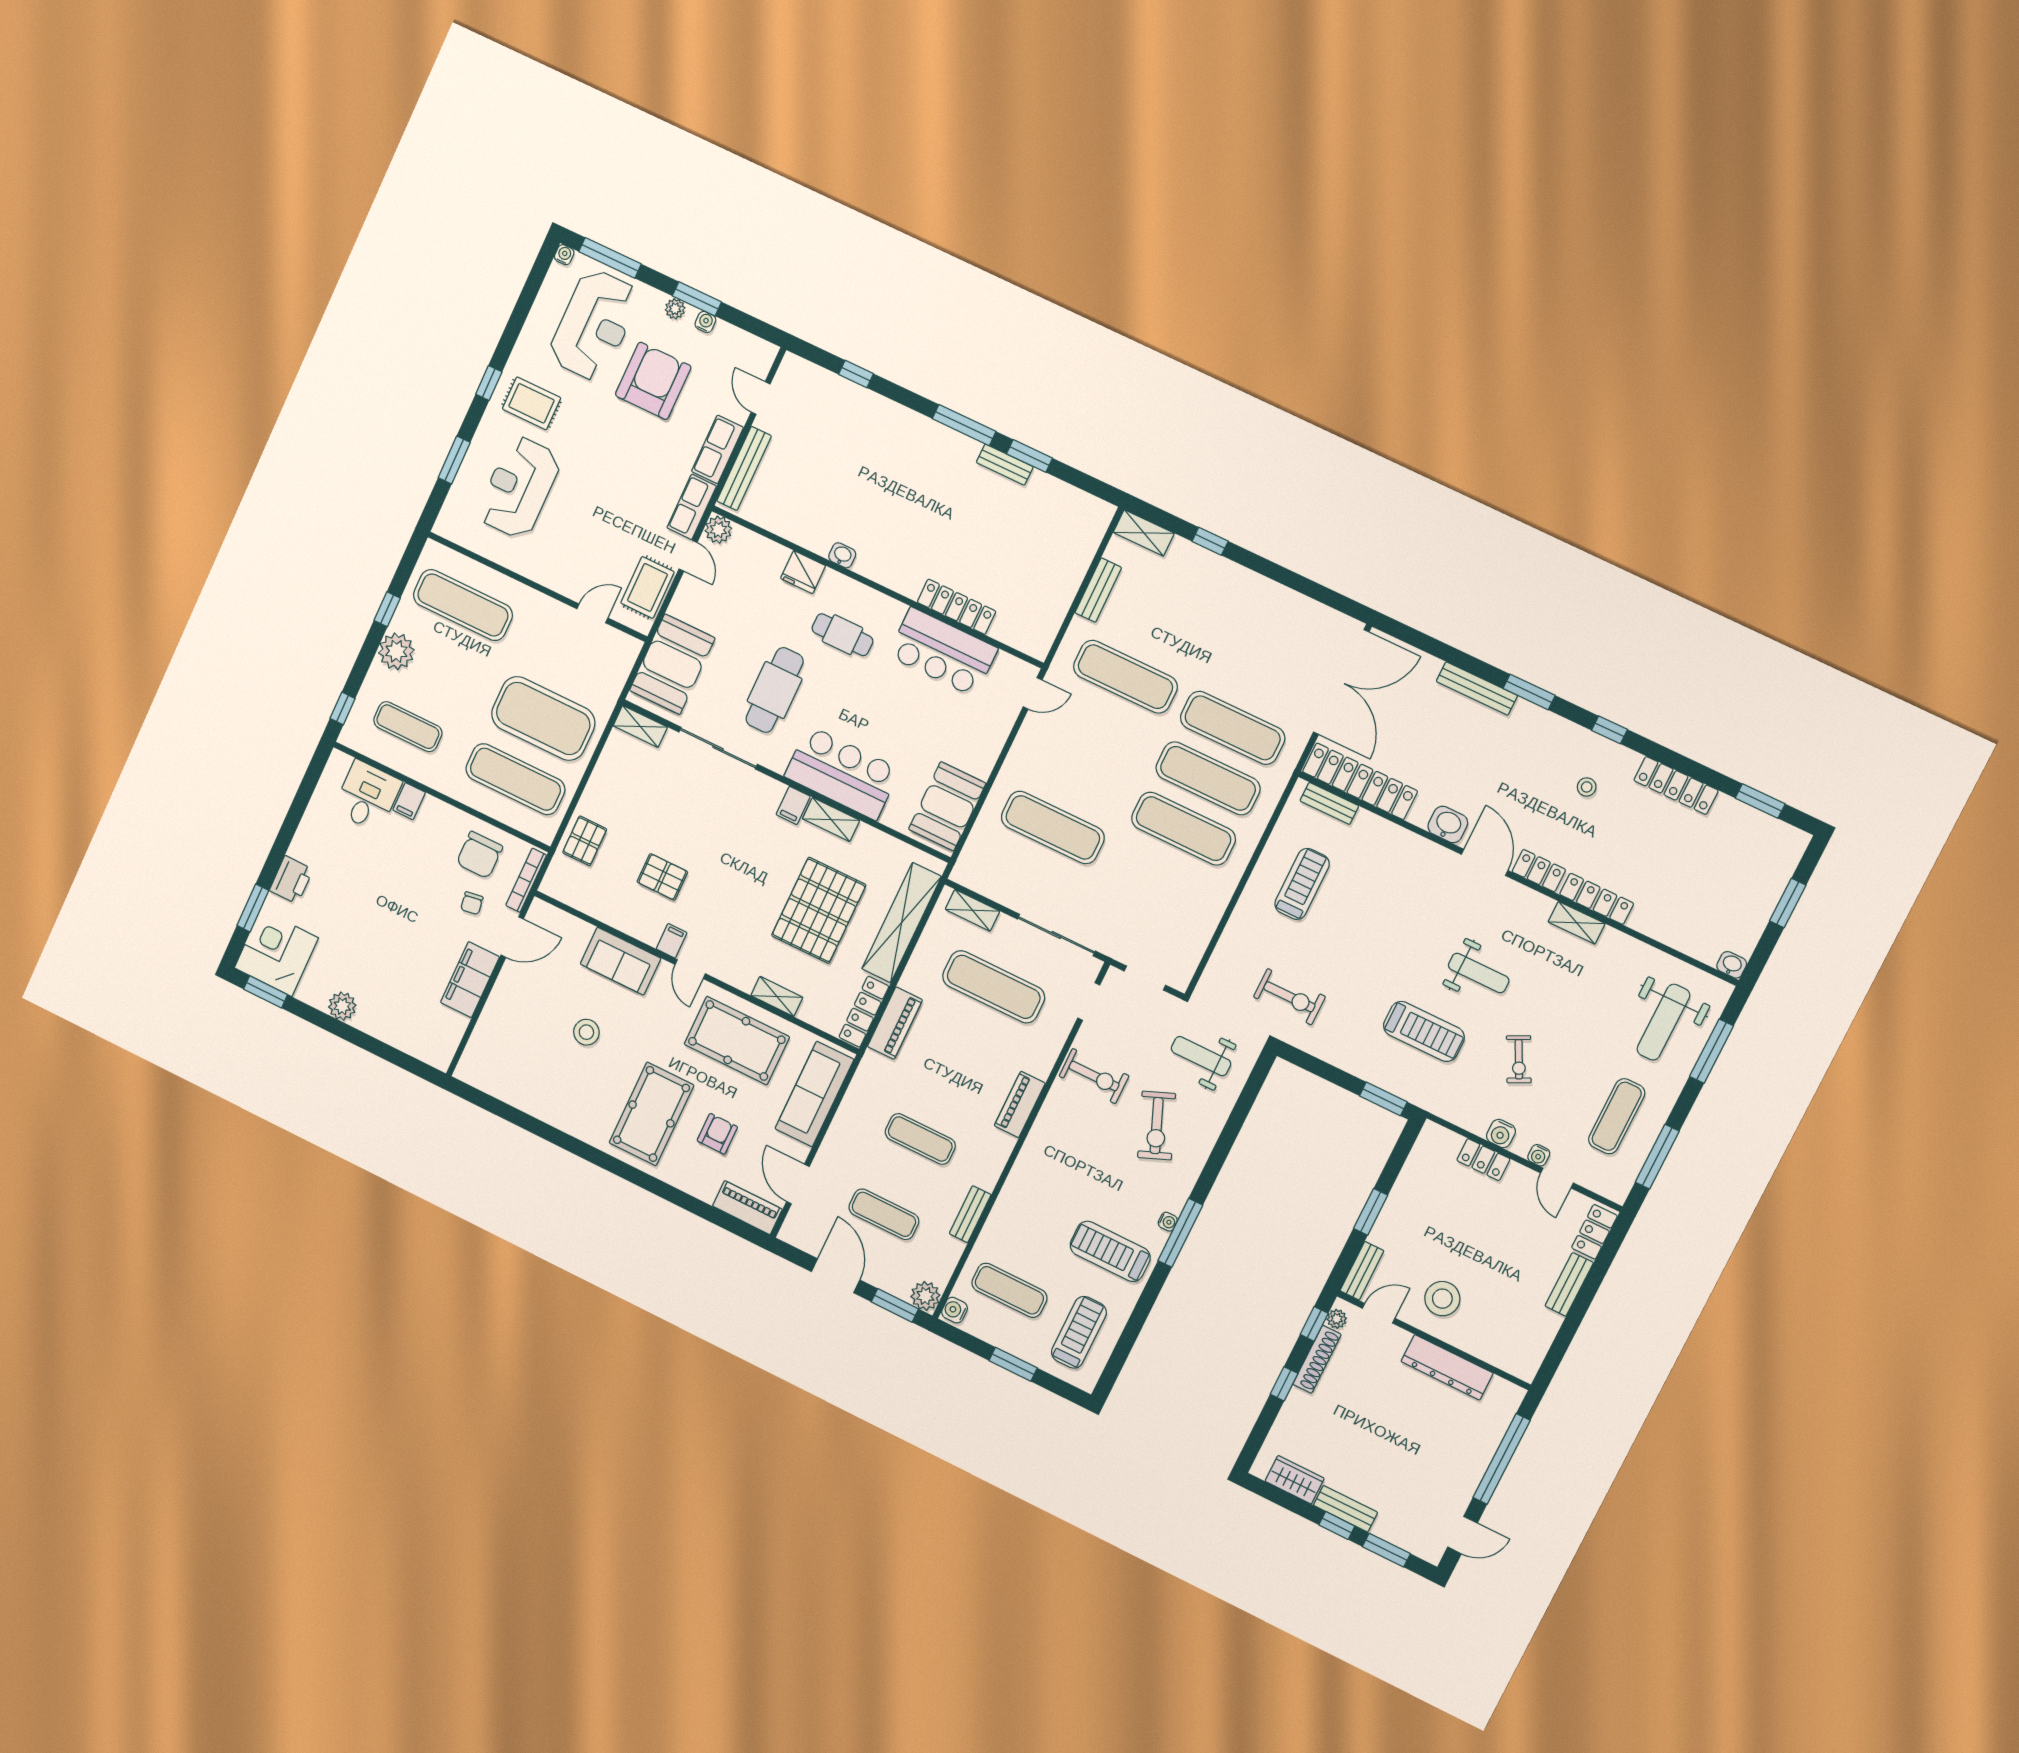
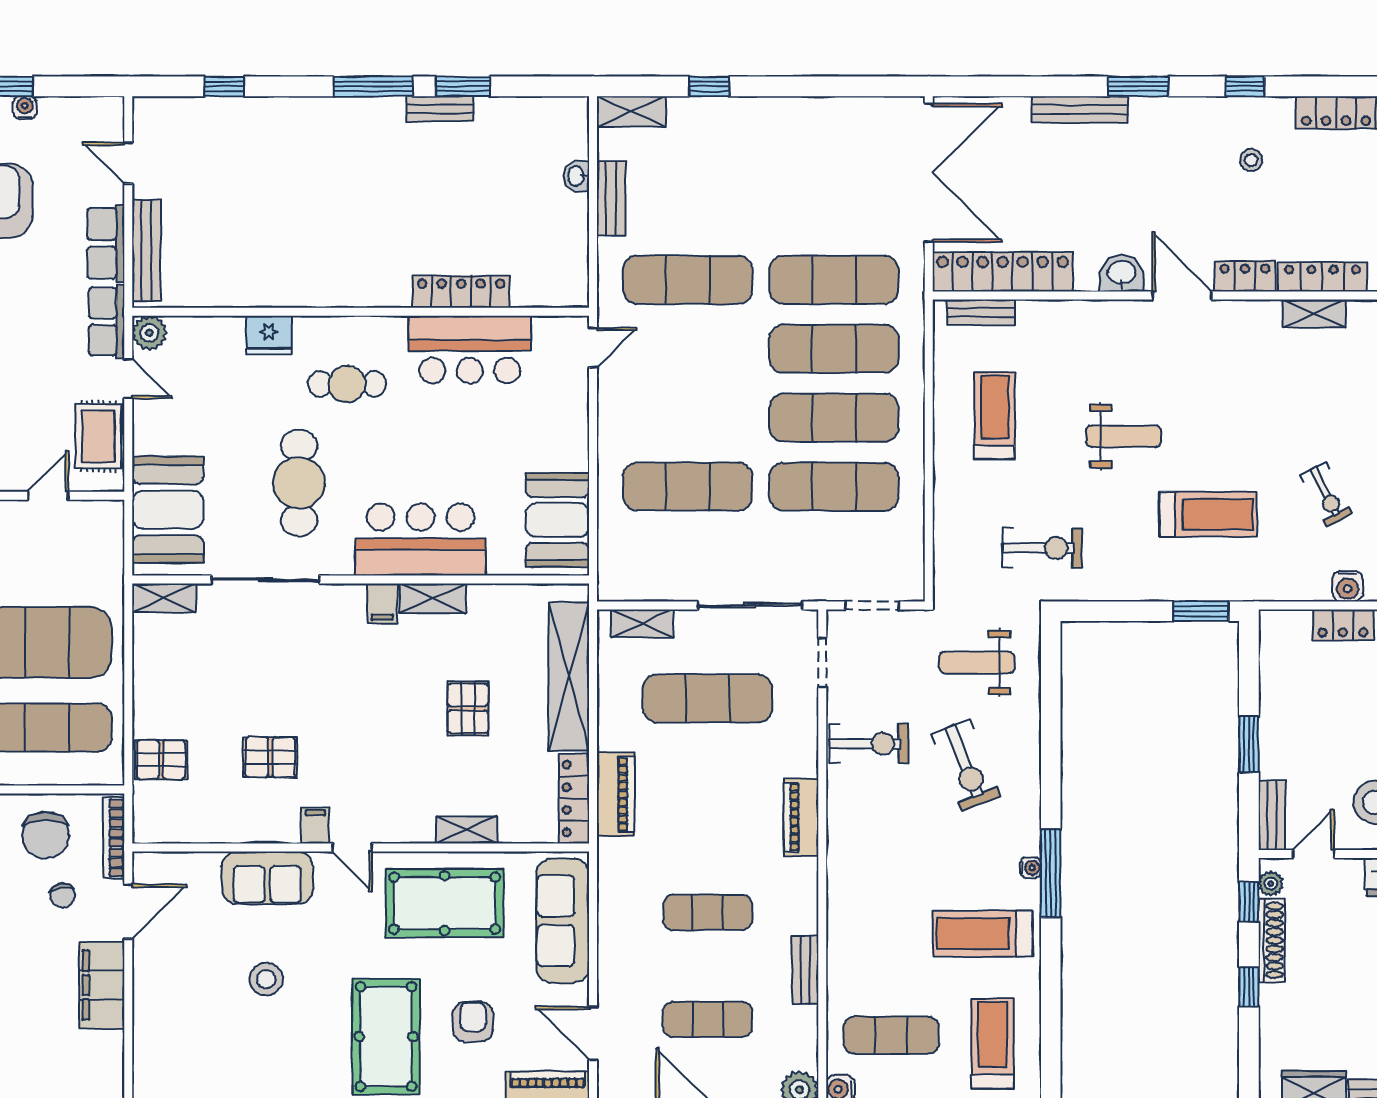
washbasin: (842, 555) -> (577, 176), moved, turned -90
pallet: (585, 841) -> (161, 760), turned 90
exercise mat: (1159, 879) -> (834, 487), added
pallet: (819, 910) -> (468, 708), width x0.49, depth x0.50
weight bench: (1479, 973) -> (1123, 436), moved

